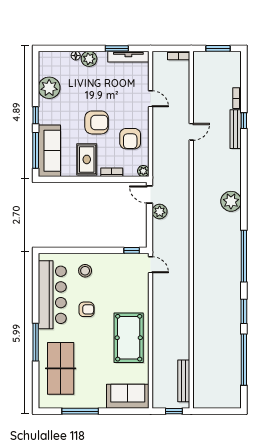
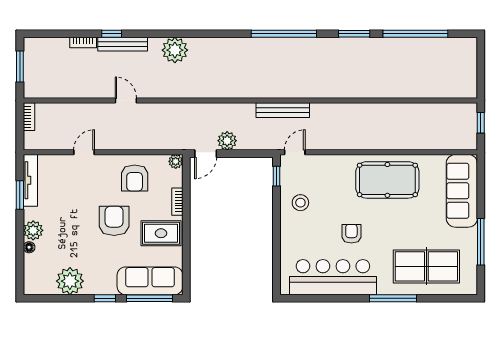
armchair: (130, 139) -> (135, 178), turned 90
plant: (231, 201) -> (175, 50), moved
stool: (85, 271) -> (300, 203), moved
bench: (184, 381) -> (283, 110), moved
sofa: (128, 396) -> (462, 191), width x1.36

